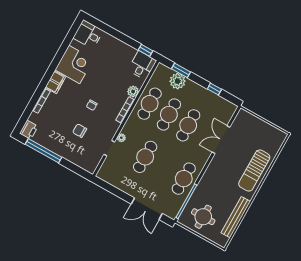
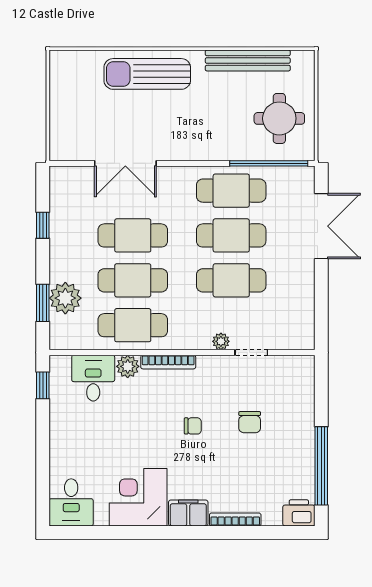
desk: (142, 65) -> (93, 378), moved, turned 90
cafe table: (164, 168) -> (231, 235), added
sun lounger: (254, 171) -> (147, 74), turned 180

